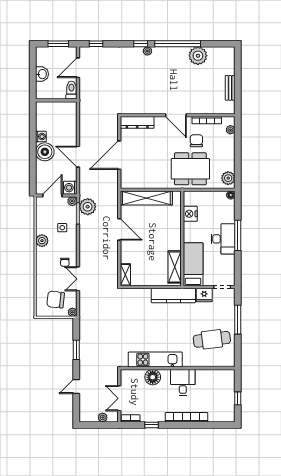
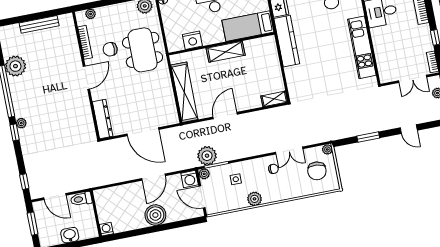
bench: (230, 88) -> (39, 24), width x1.36
washing machine: (41, 137) -> (106, 229), moved
shelving: (175, 267) -> (226, 52), moved
floor lamp: (153, 377) -> (382, 46), removed

